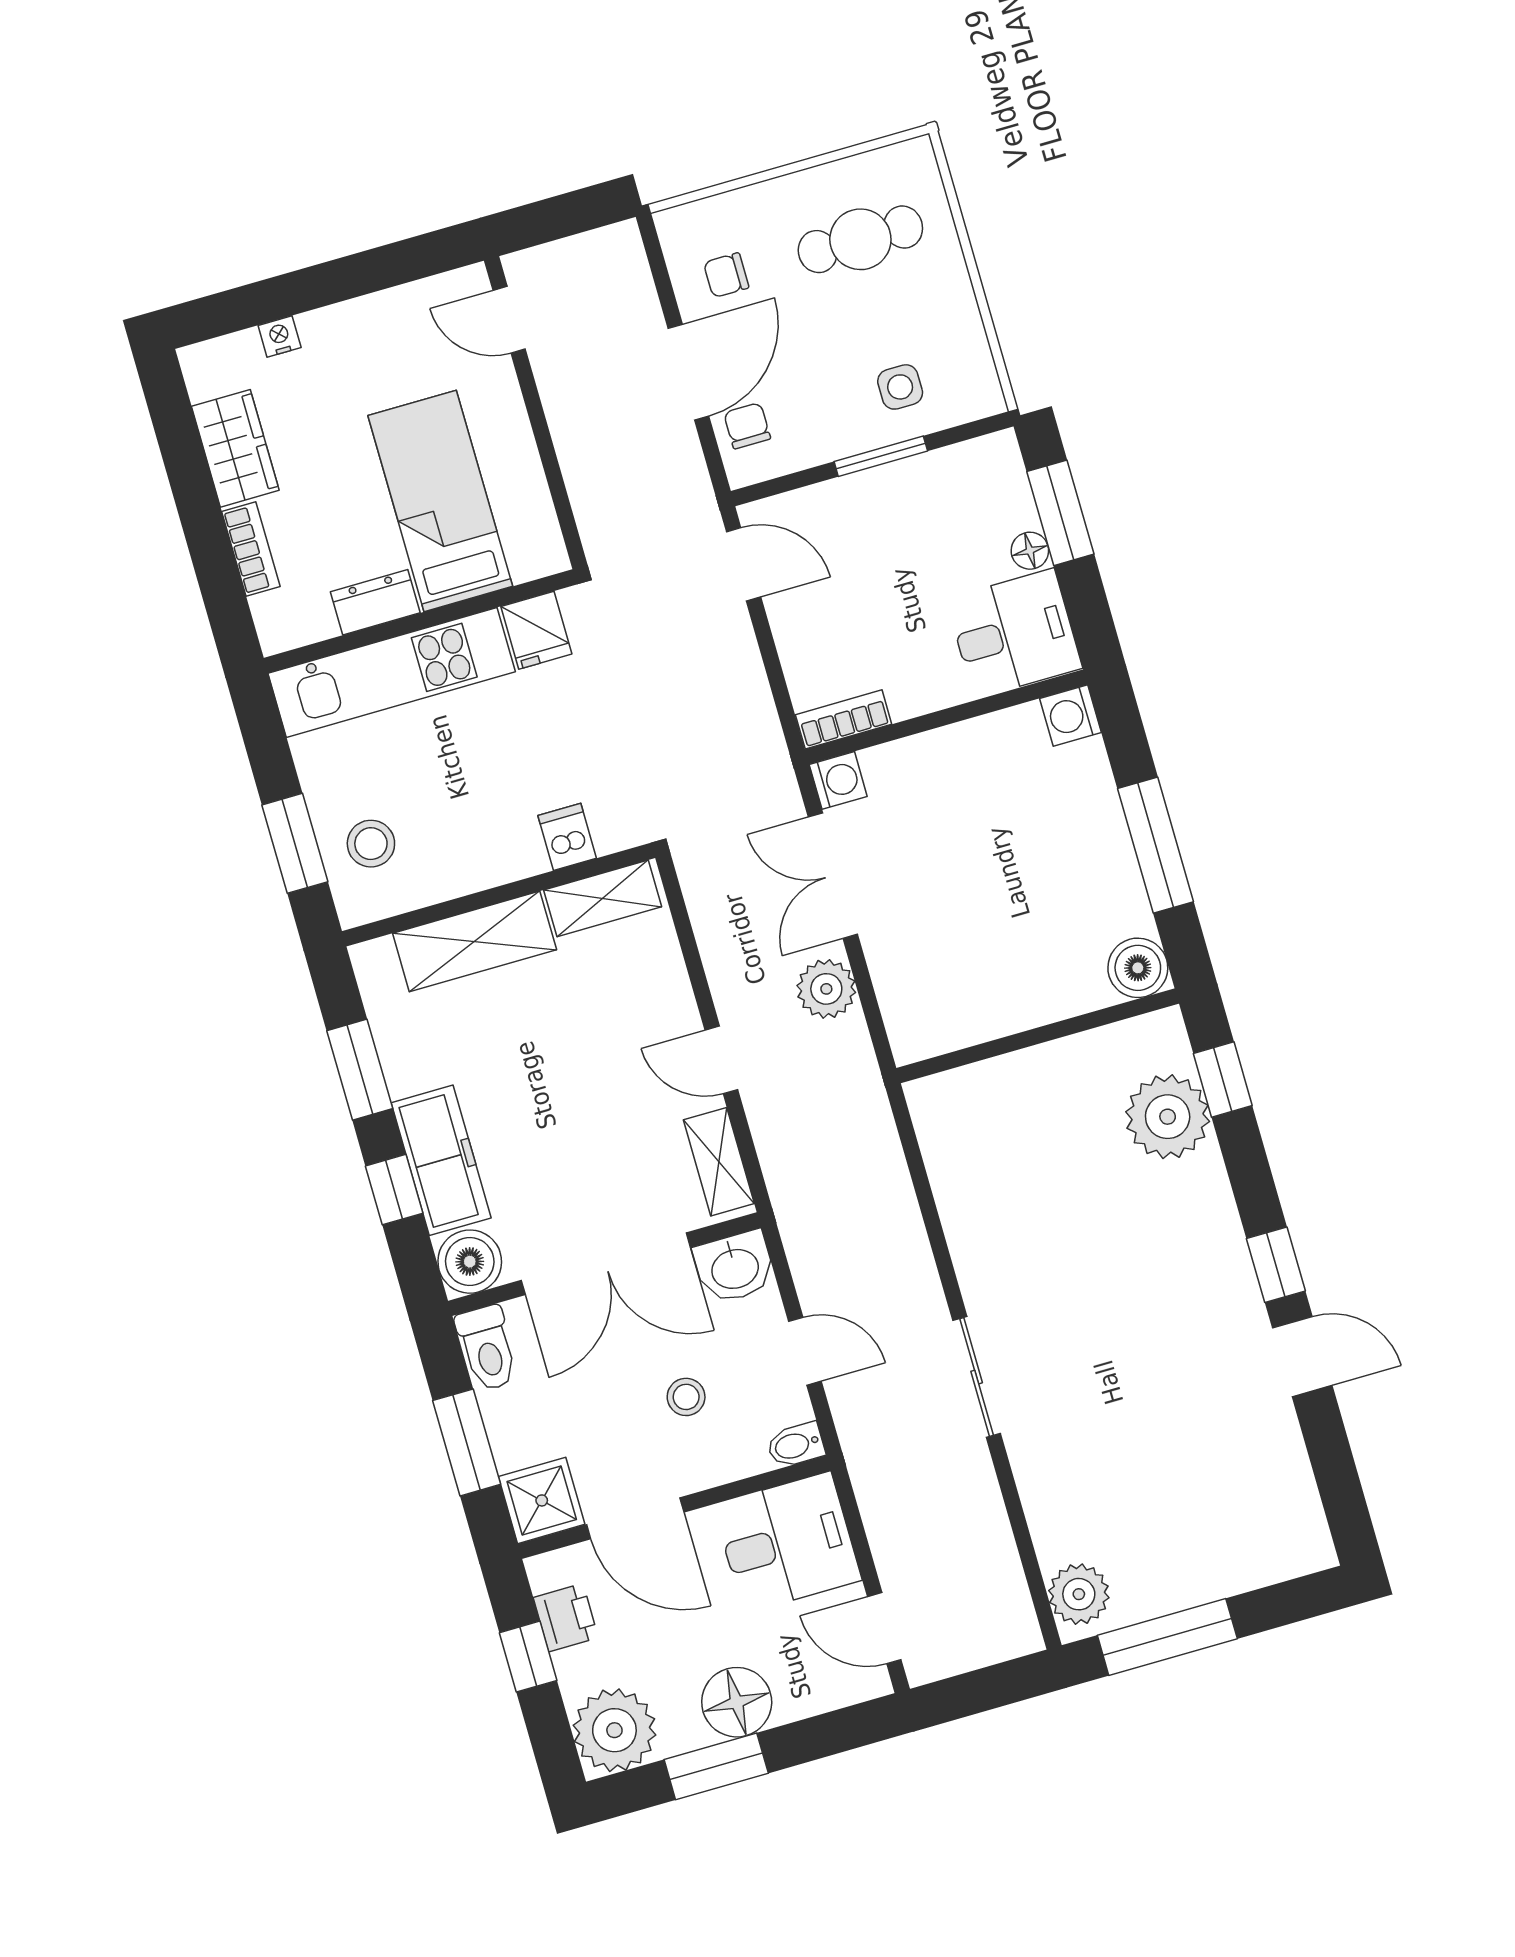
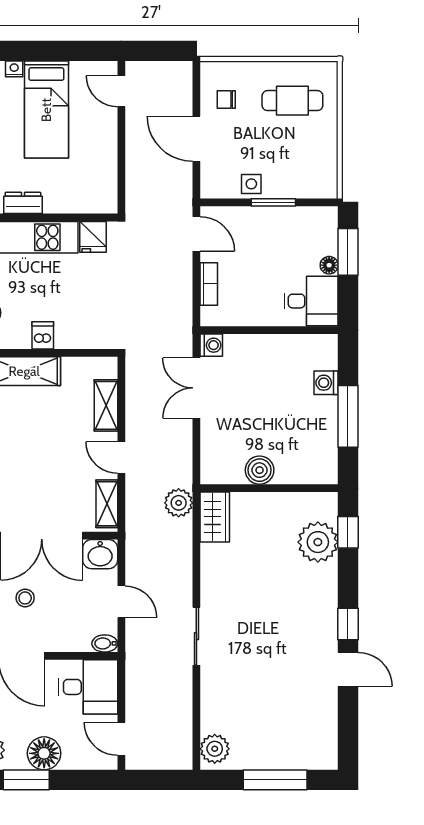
door: (688, 372) -> (196, 139), swing flipped
side table: (900, 387) -> (251, 184), moved
chair: (747, 426) -> (216, 171), removed
bed: (440, 501) -> (46, 110), moved, turned 180
washing machine: (1070, 715) -> (326, 383), moved
bookcase: (844, 719) -> (209, 284), moved, turned 90
dishwasher: (567, 837) -> (43, 335), moved
shelving: (603, 898) -> (106, 405), moved, turned 90
boiler: (1138, 968) -> (260, 470), moved
plant: (826, 989) -> (179, 503), moved
wardrobe: (945, 1126) -> (215, 517), added
stool: (686, 1397) -> (25, 598), moved
window: (1167, 1637) -> (275, 780), moved

